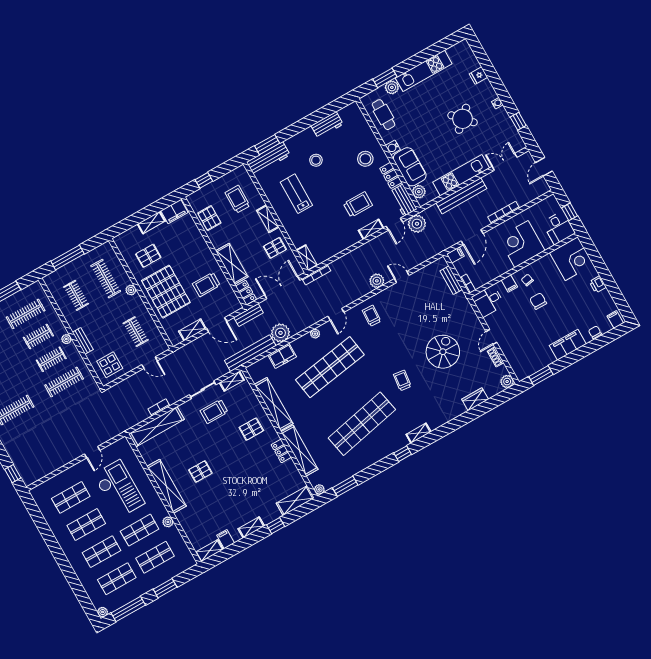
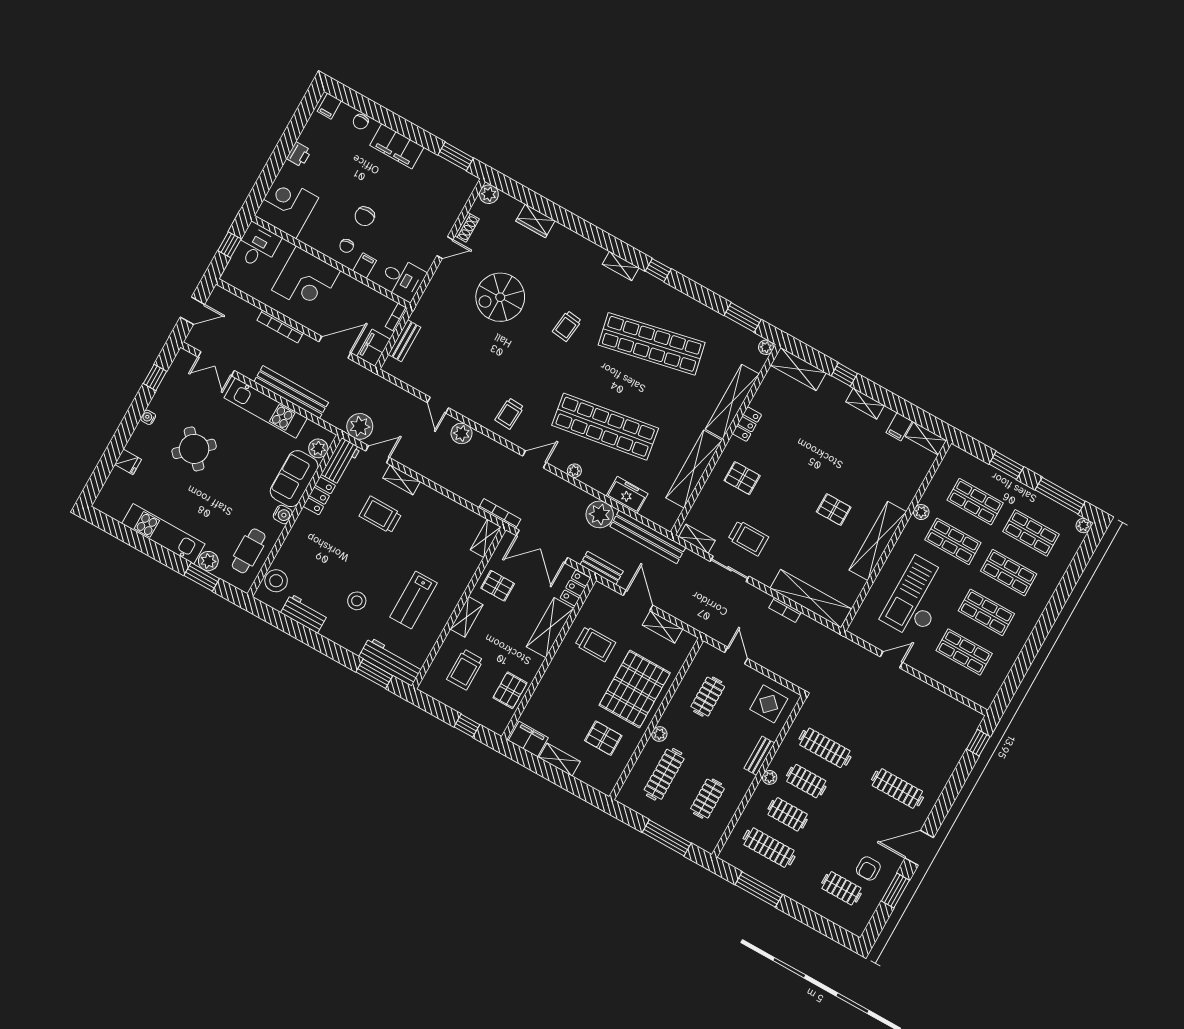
stool: (365, 159) -> (276, 581), moved
filing cabinet: (455, 255) -> (374, 348), width x2.00

